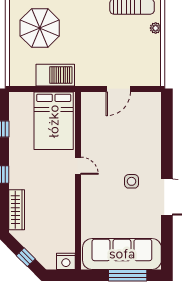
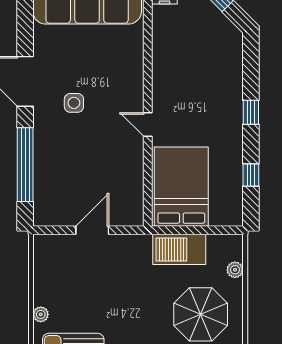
plant: (15, 60) -> (235, 270), added
window: (167, 137) -> (25, 165), added
wardrobe: (17, 210) -> (232, 64), removed

